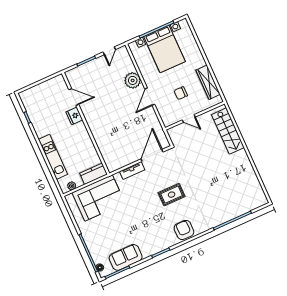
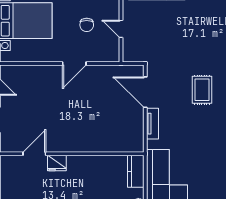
plant: (133, 80) -> (46, 75), removed
door: (150, 97) -> (74, 63), hinge flipped
door: (189, 118) -> (121, 29), swing flipped

